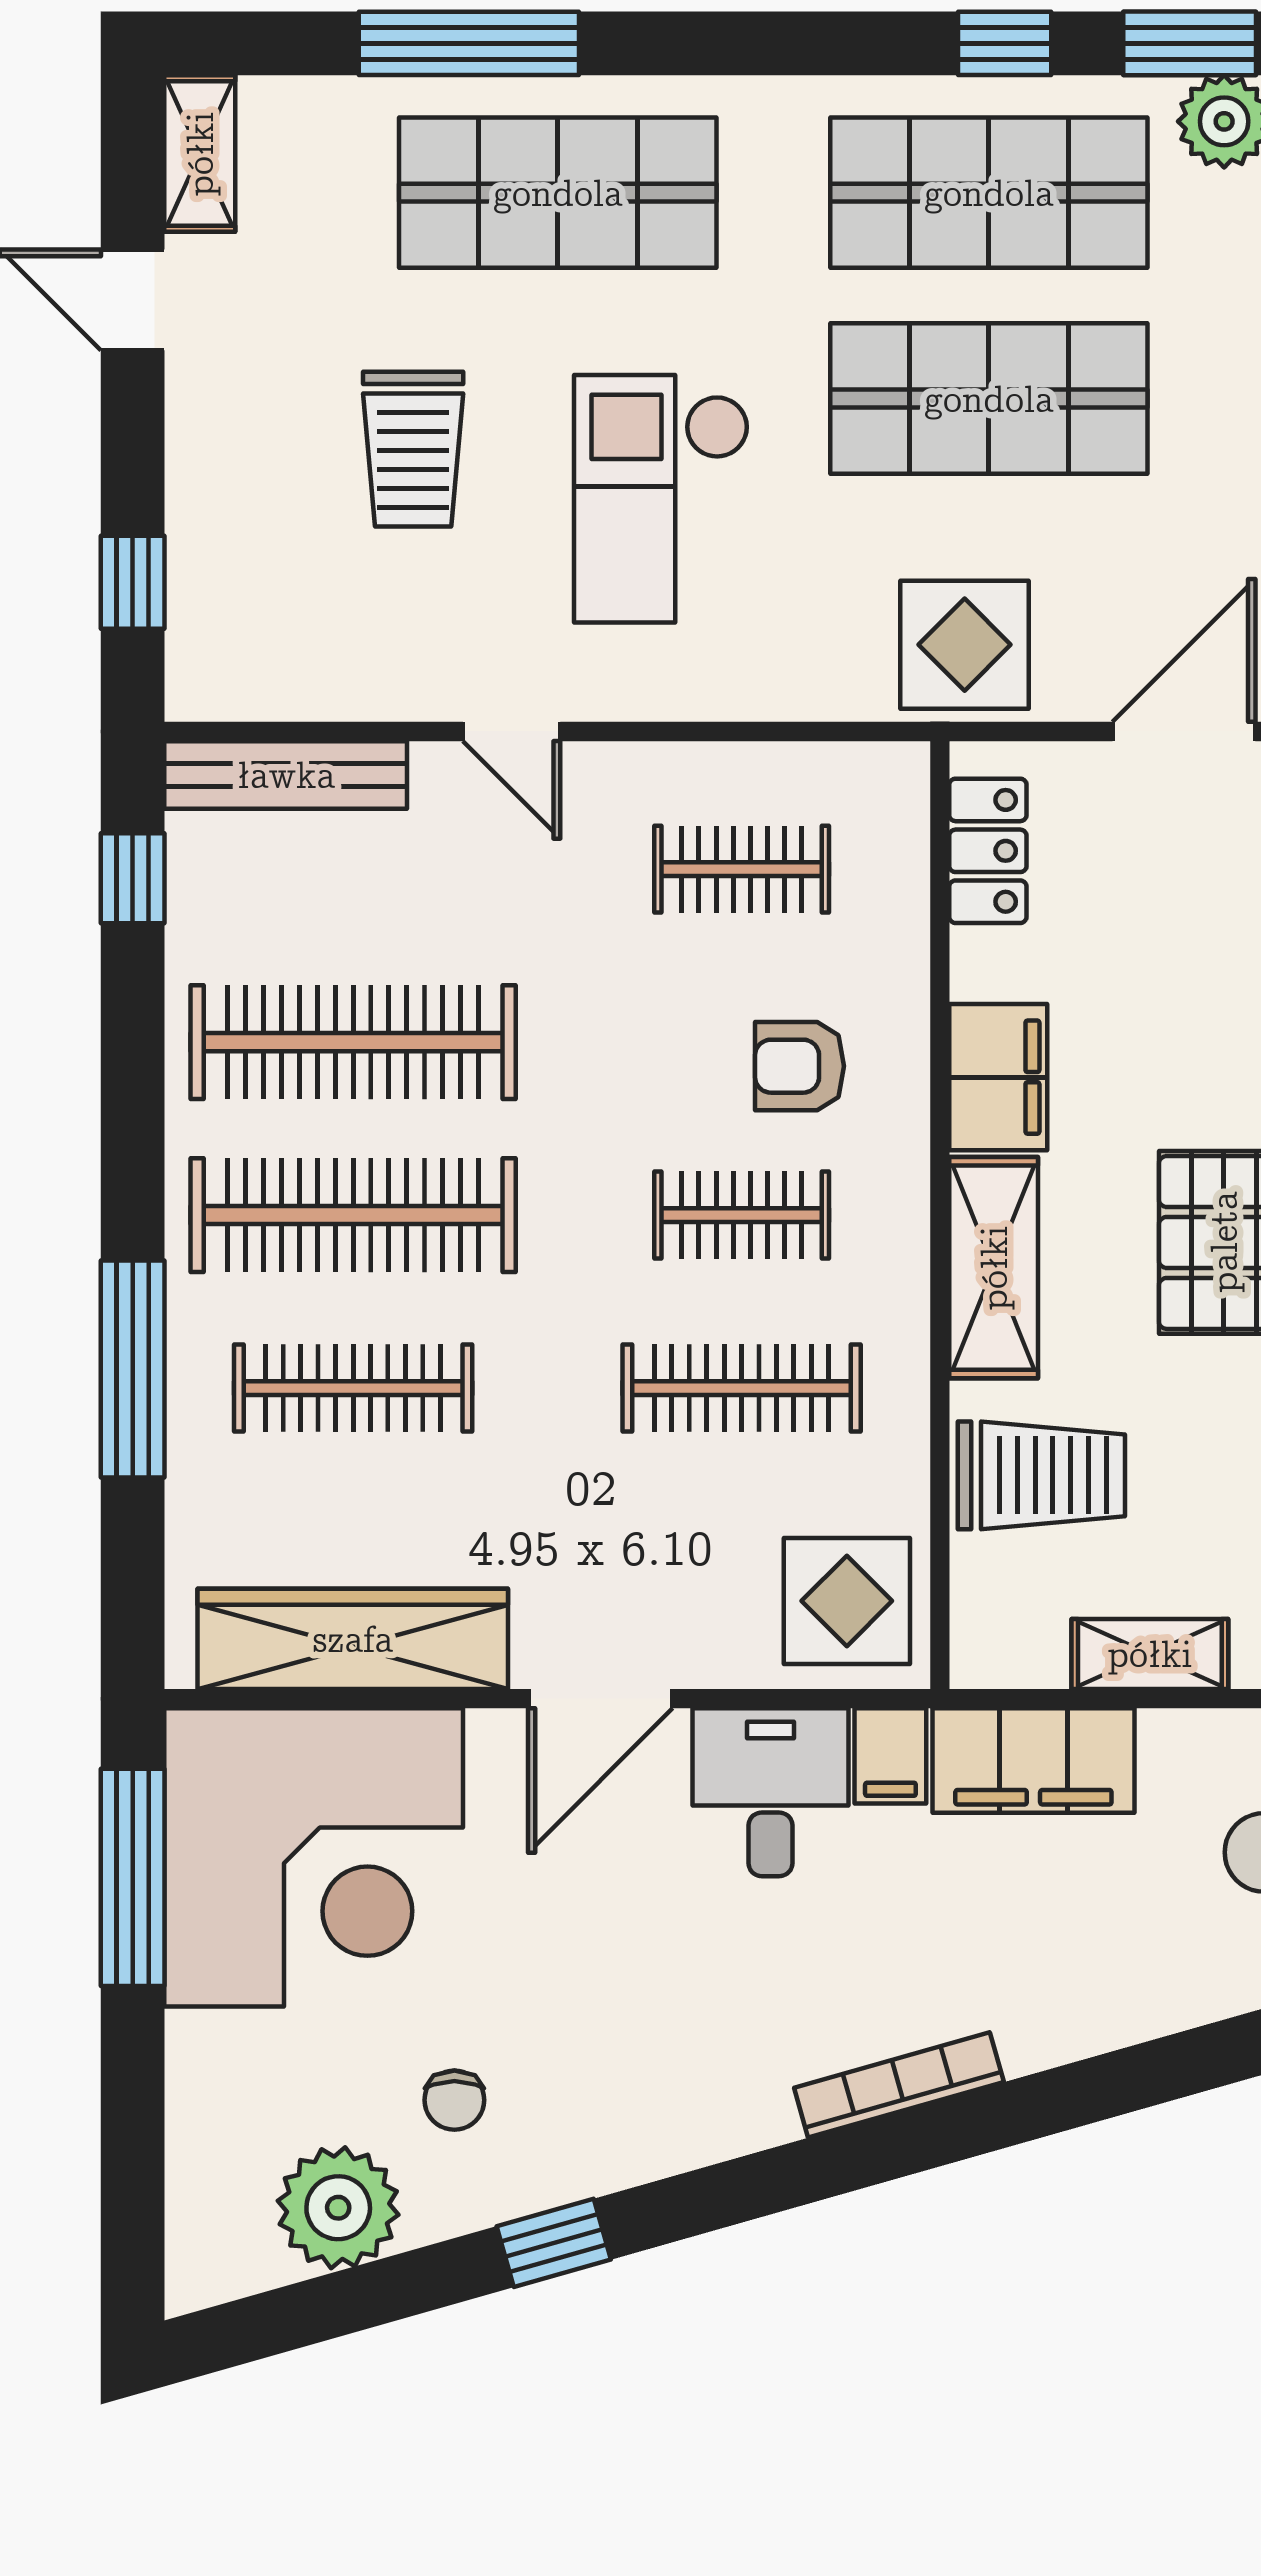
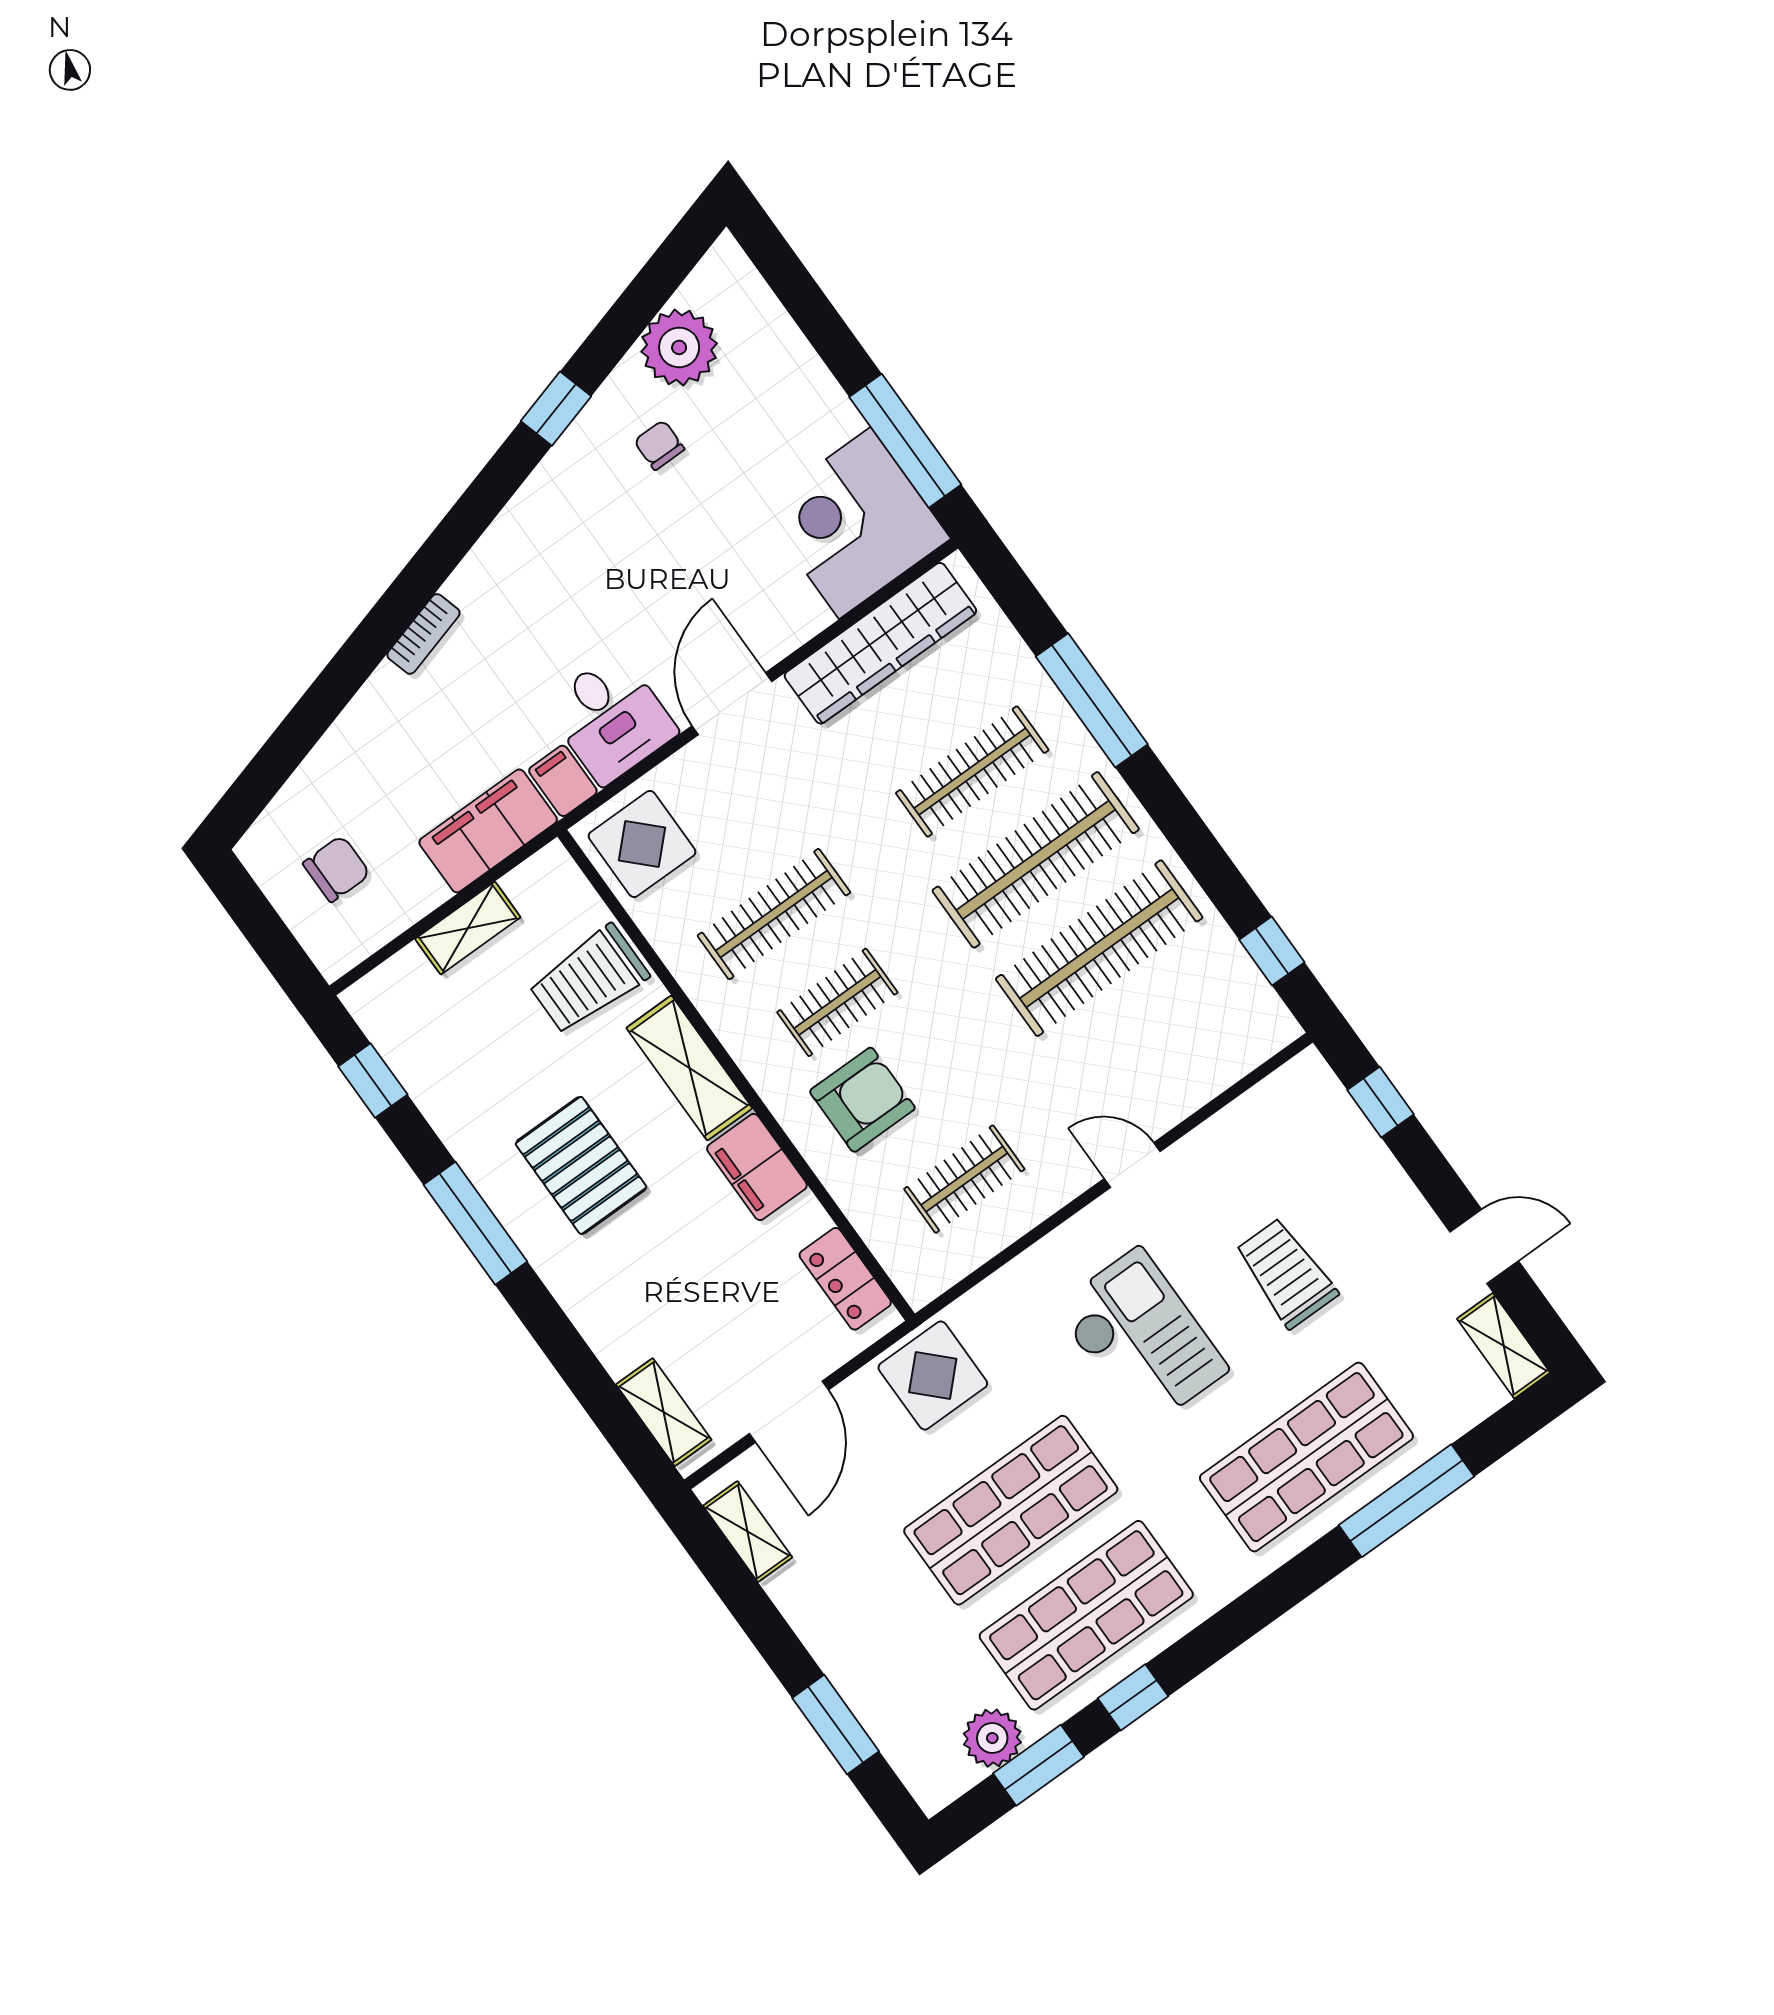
bench: (286, 775) -> (1232, 1060), removed
armchair: (799, 1066) -> (862, 1100), width x1.38, depth x1.38
corner desk: (314, 1857) -> (855, 523), width x0.74, depth x0.74
bookcase: (899, 2085) -> (423, 634), width x0.64

